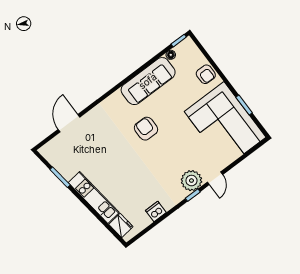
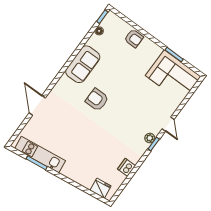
sofa: (148, 81) -> (83, 64), width x0.73
door: (69, 123) -> (37, 105), moved
corner sofa: (225, 124) -> (173, 76), width x0.73, depth x0.74
plant: (191, 181) -> (150, 138), width x0.53, depth x0.53
kitchen unit: (94, 198) -> (40, 155), moved

